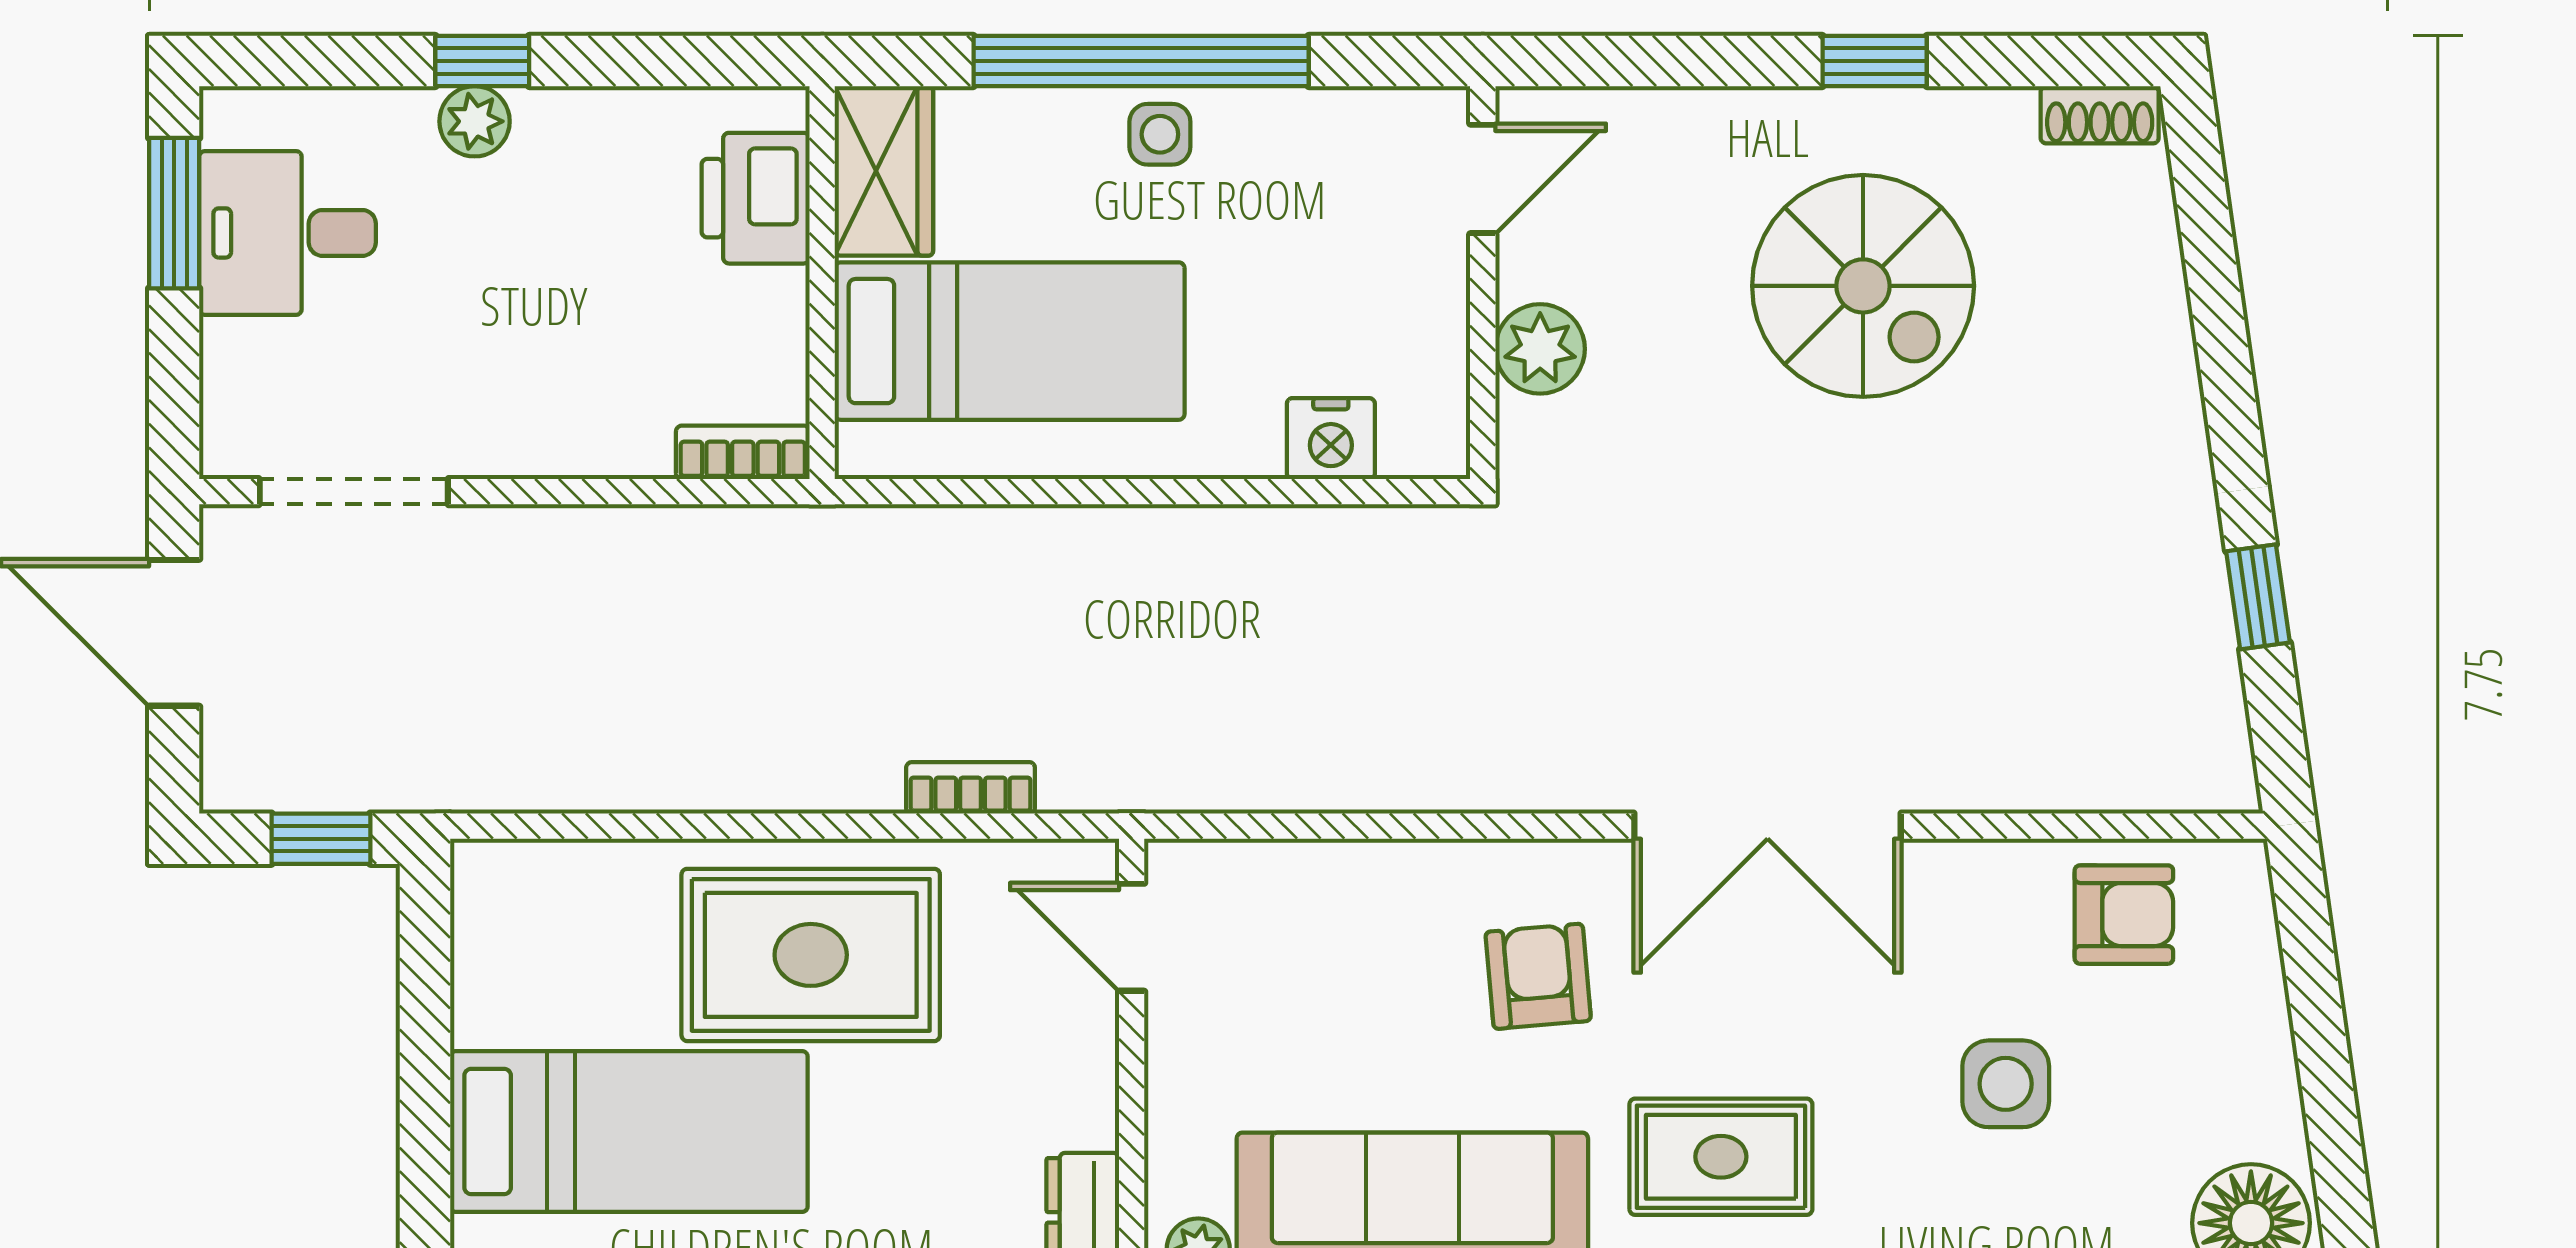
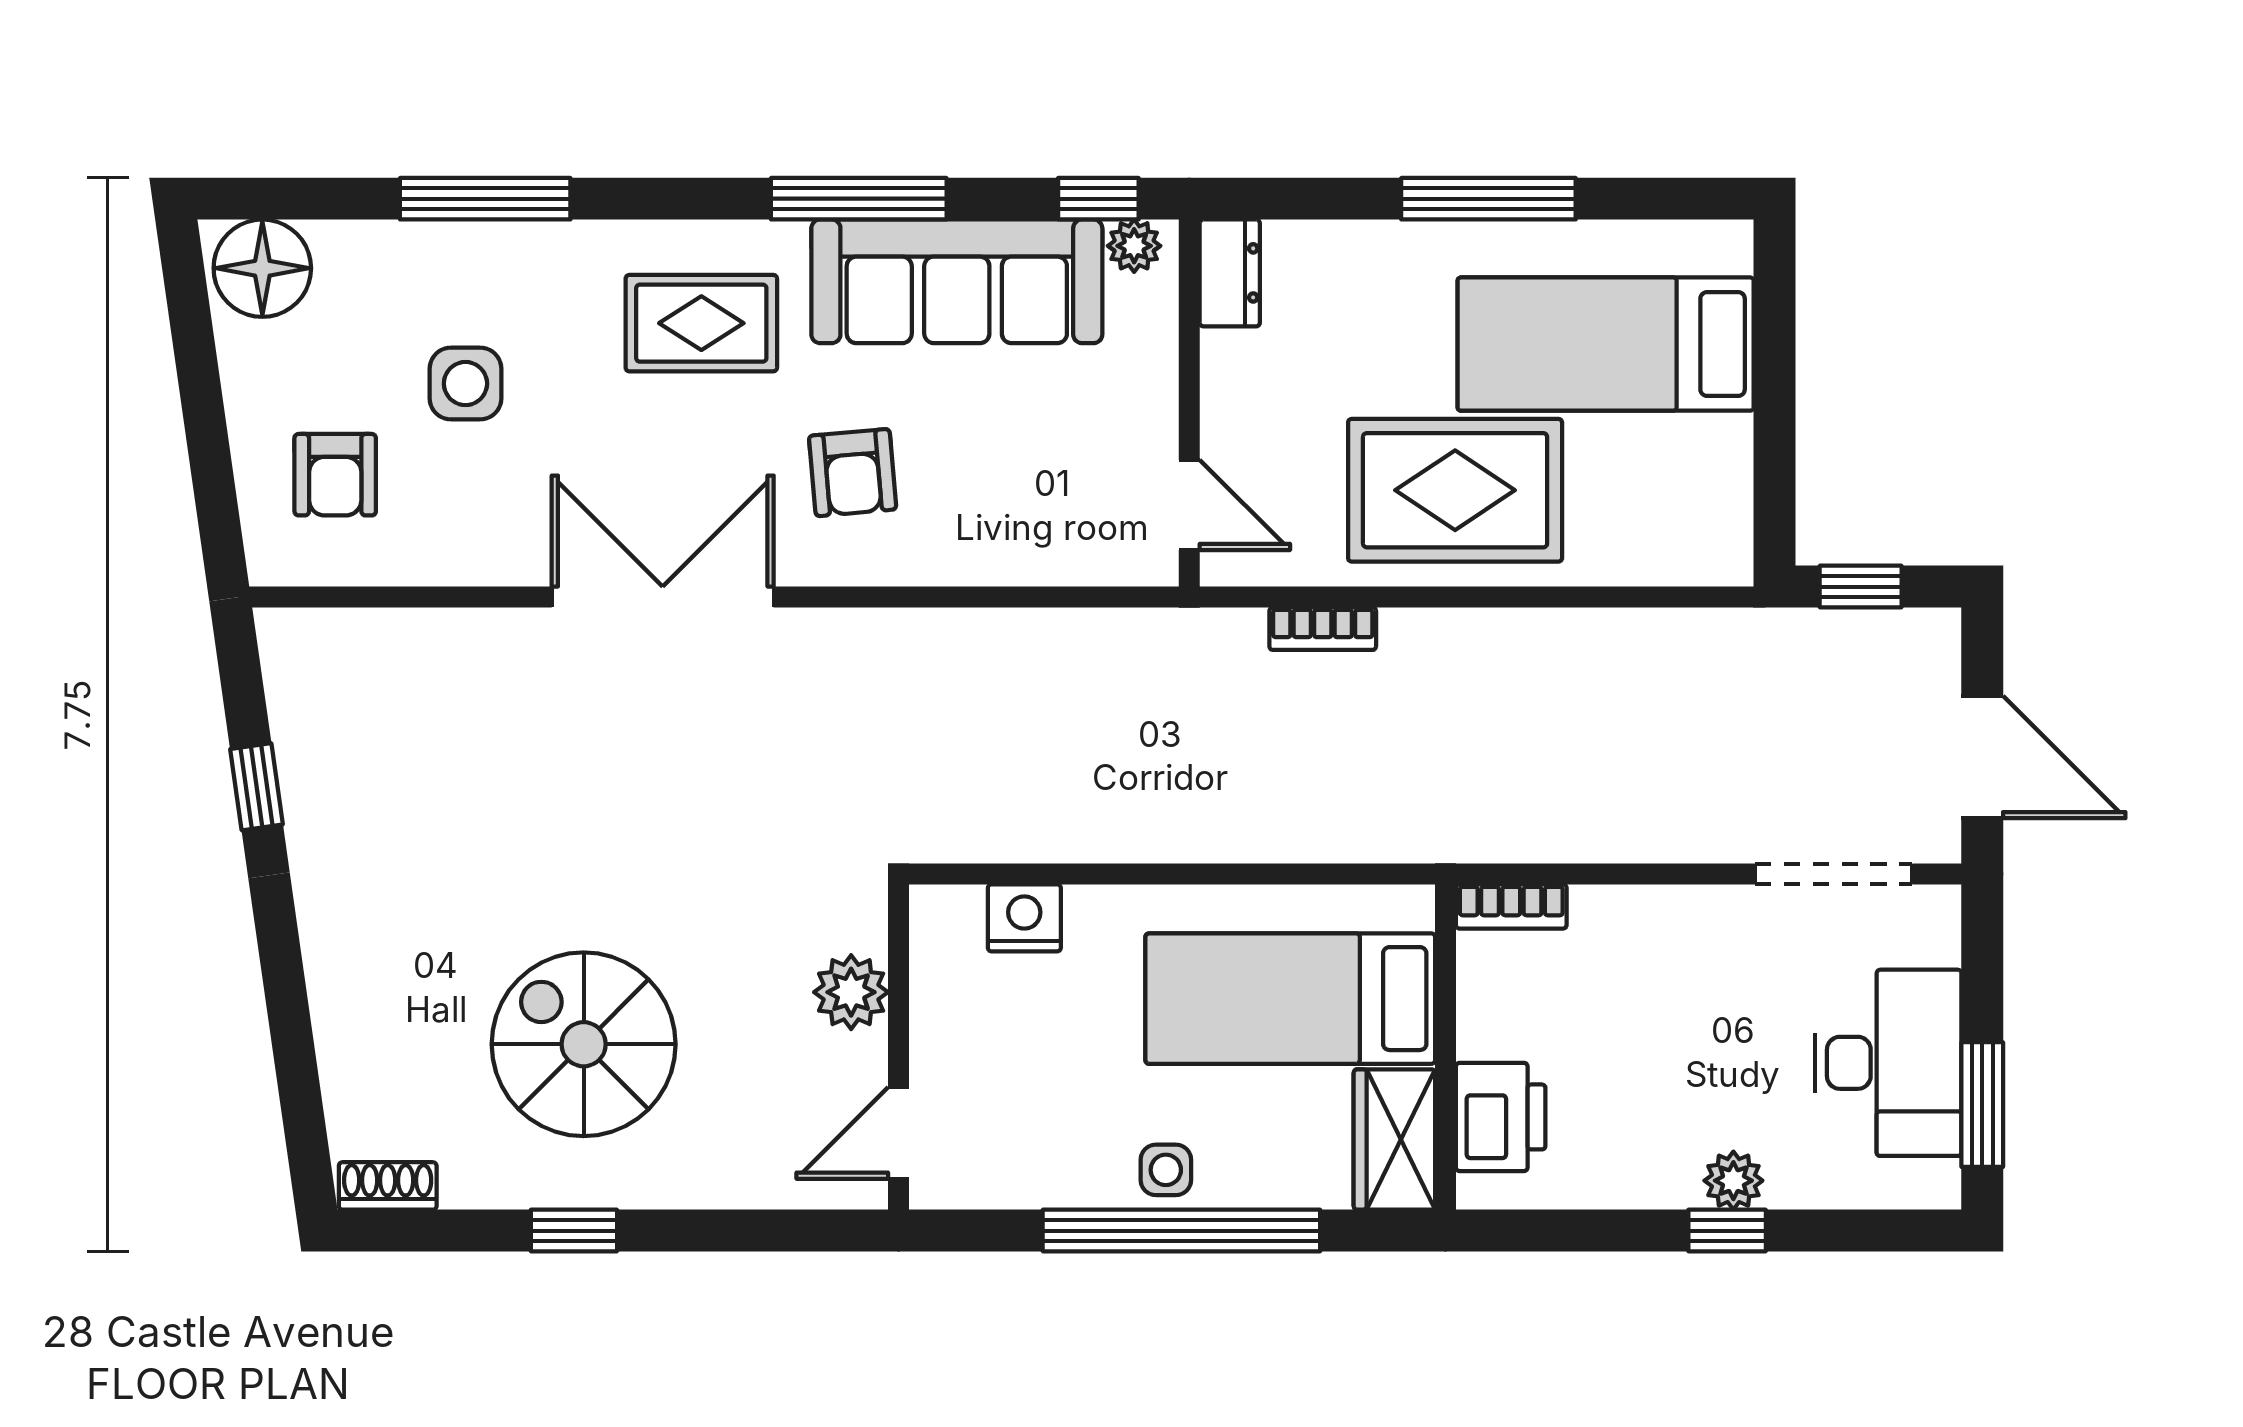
desk: (288, 233) -> (1888, 1063), width x1.37
armchair: (2124, 915) -> (335, 475), moved, turned -90

